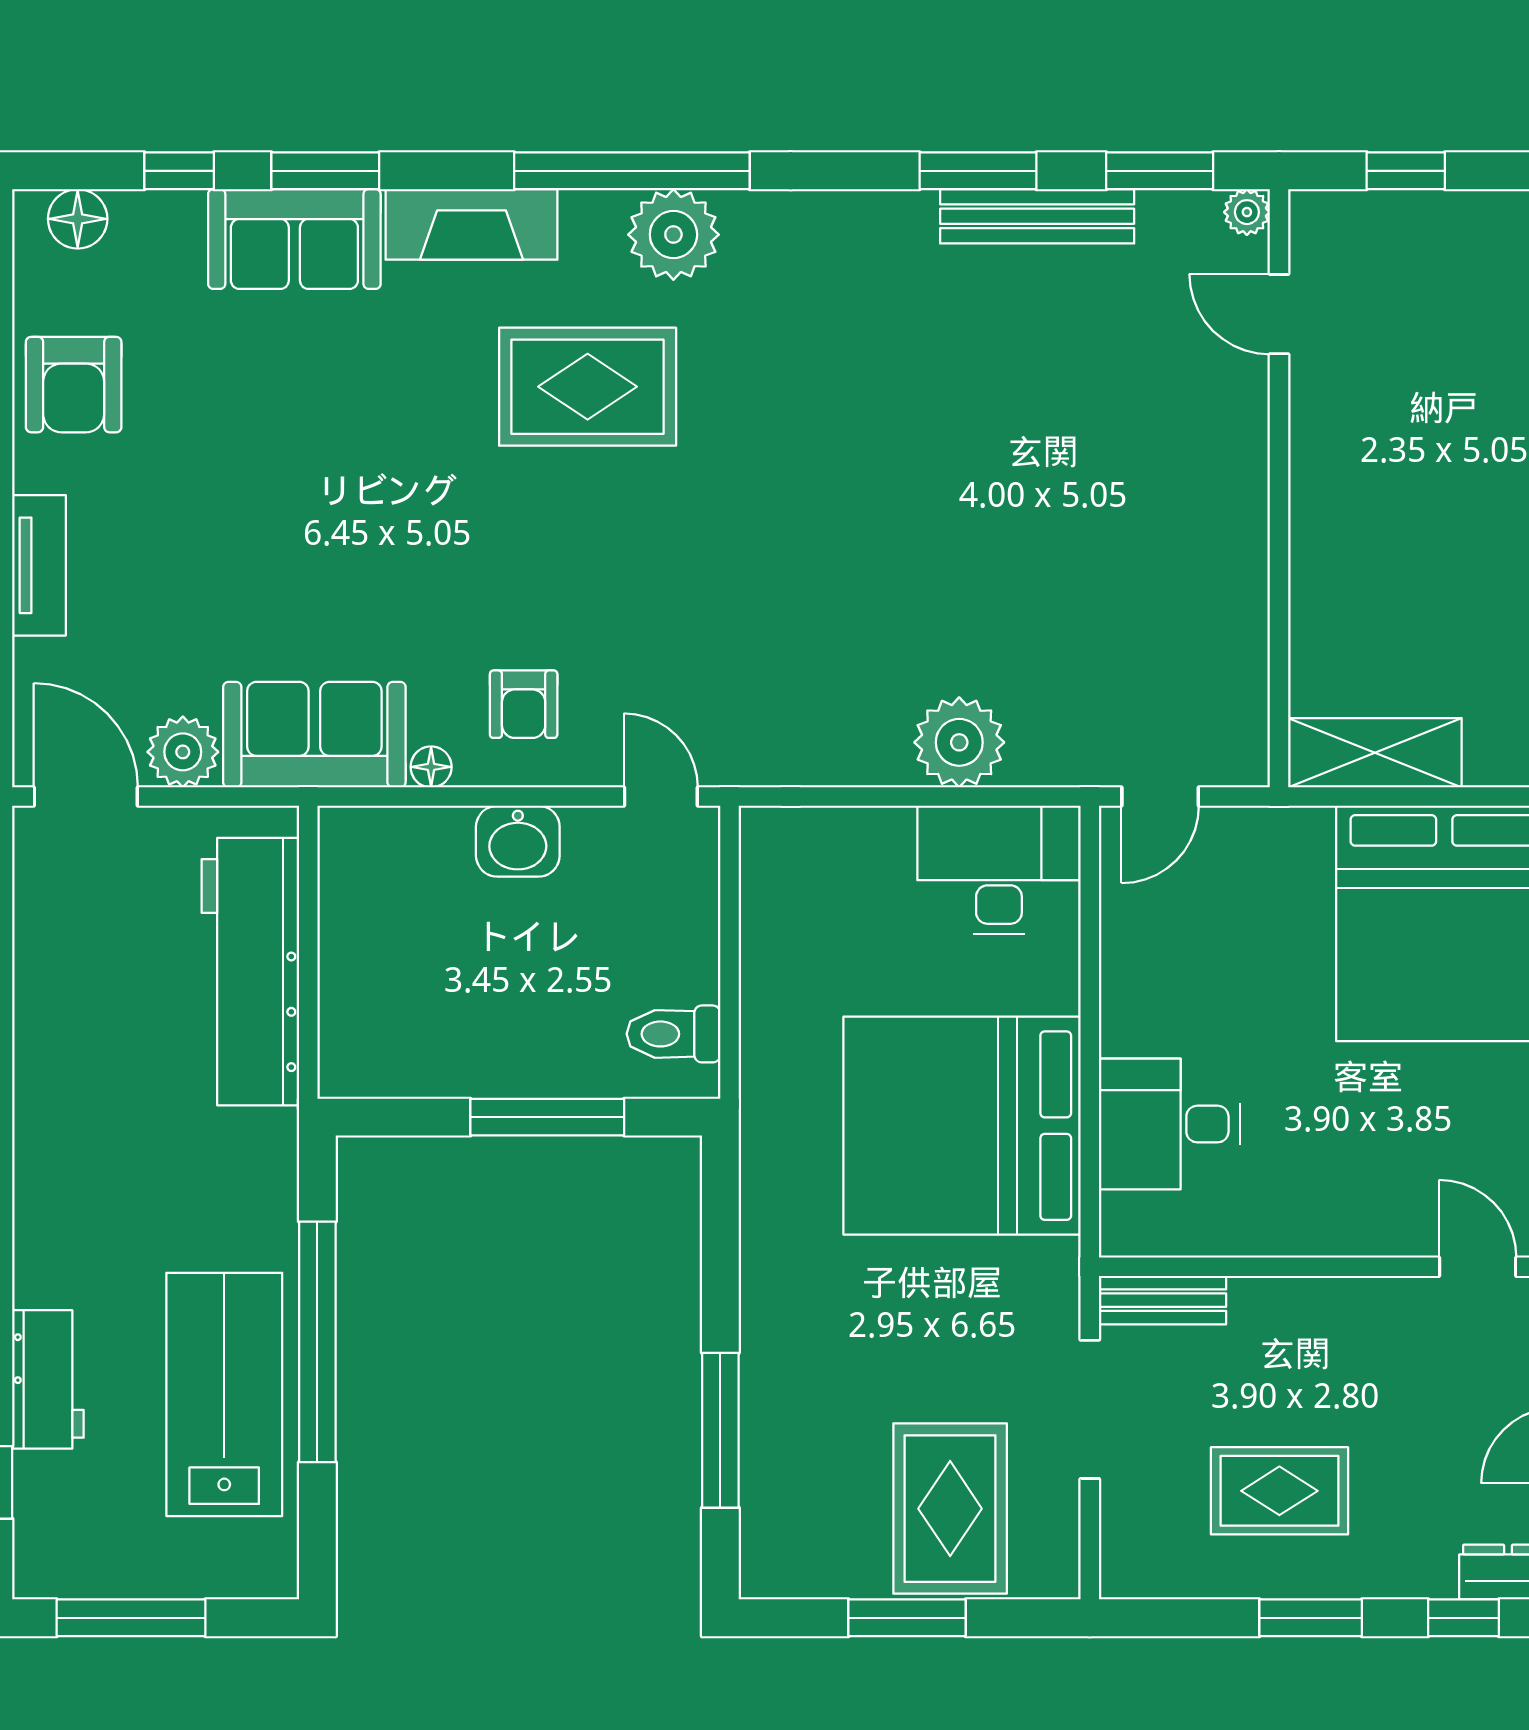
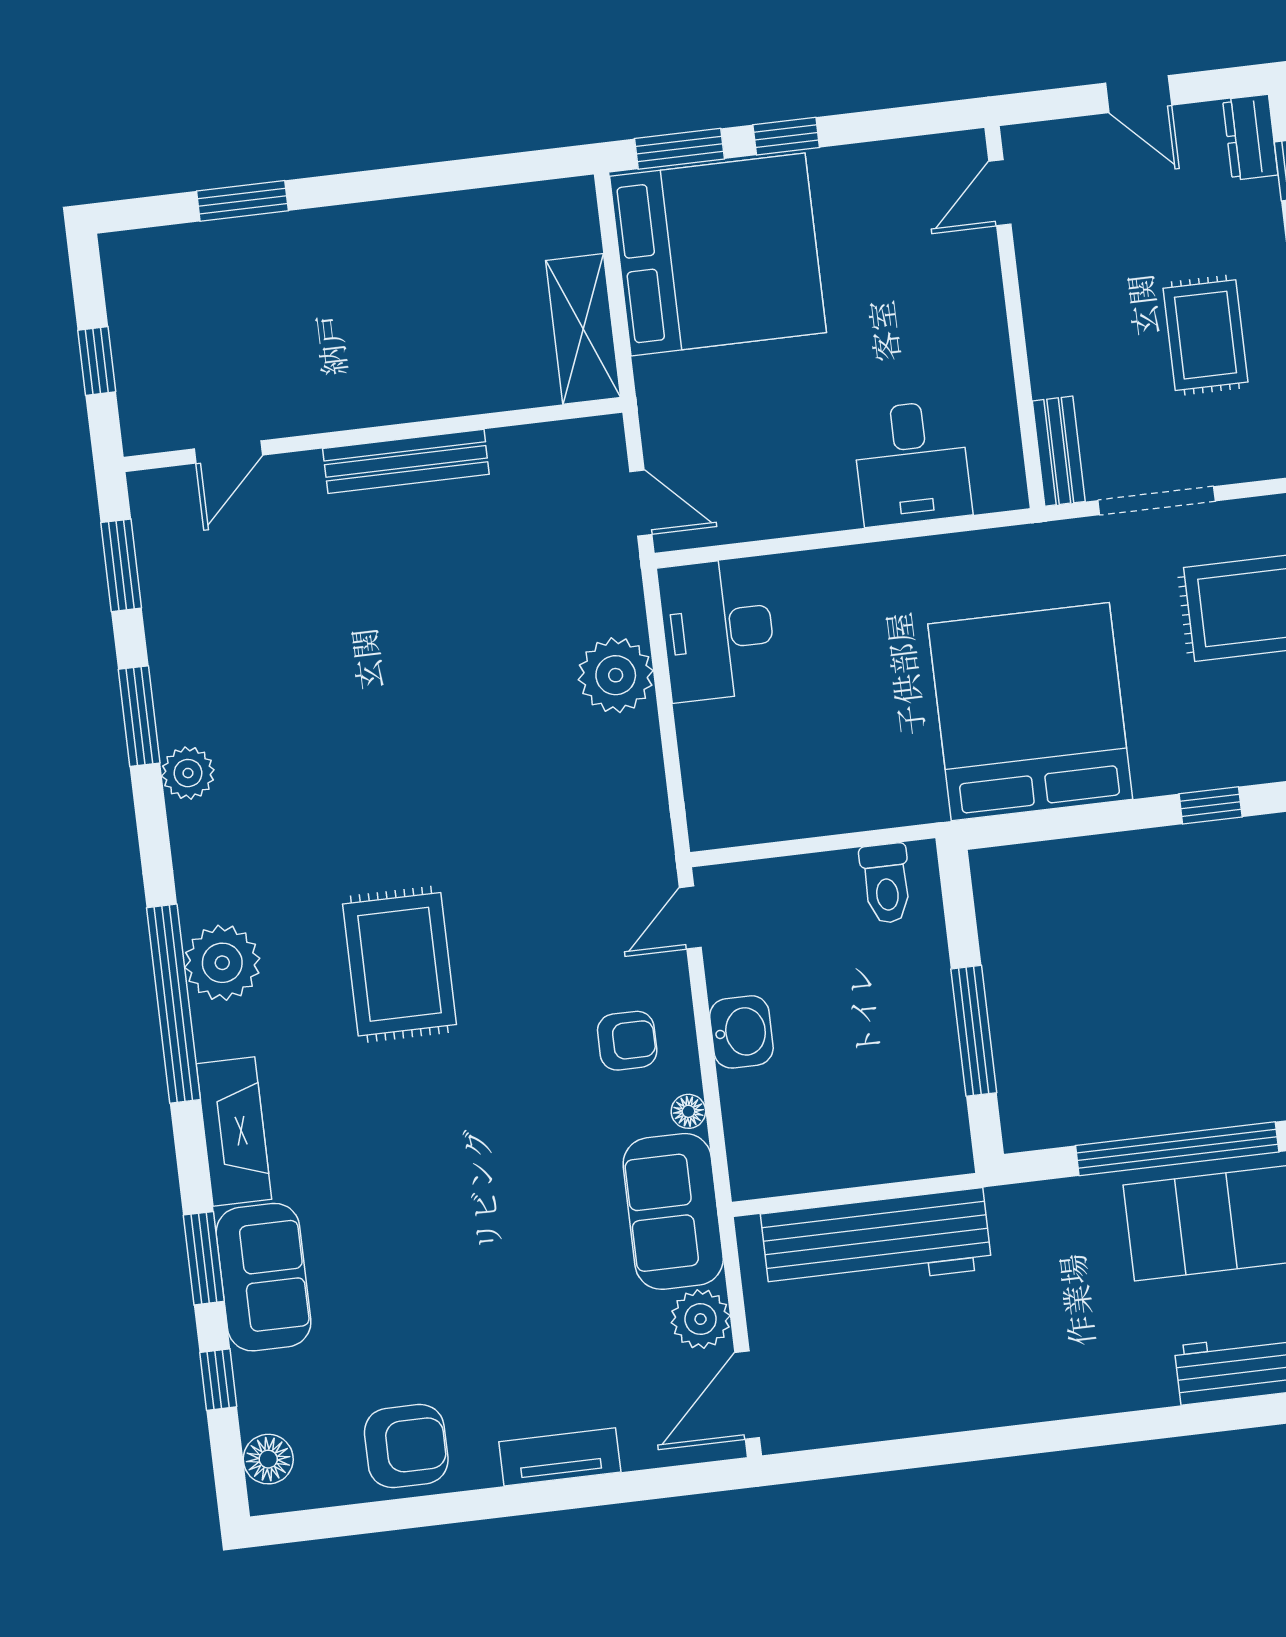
plant: (1247, 212) -> (188, 773), moved, width x1.38, depth x1.38
bench: (1037, 216) -> (406, 461), moved, turned 90
rug: (588, 387) -> (399, 964), moved
window: (547, 1117) -> (974, 1031), moved
bed: (962, 1126) -> (1030, 712), moved, turned 180
window: (720, 1430) -> (1211, 805), width x0.46

